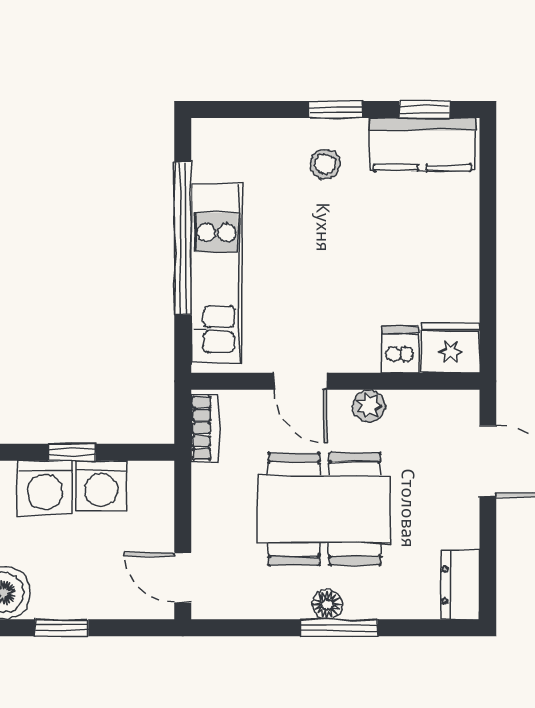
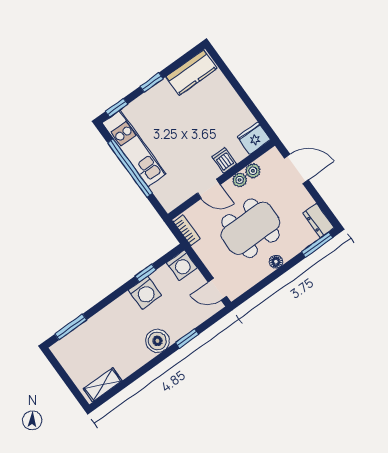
window: (425, 110) -> (117, 108), moved
stool: (325, 164) -> (162, 105), removed
kitchen unit: (216, 274) -> (134, 148), moved
dishwasher: (400, 349) -> (224, 160), moved
plant: (405, 406) -> (253, 171), added
washing machine: (101, 486) -> (182, 265), moved
window: (339, 628) -> (317, 245), moved

